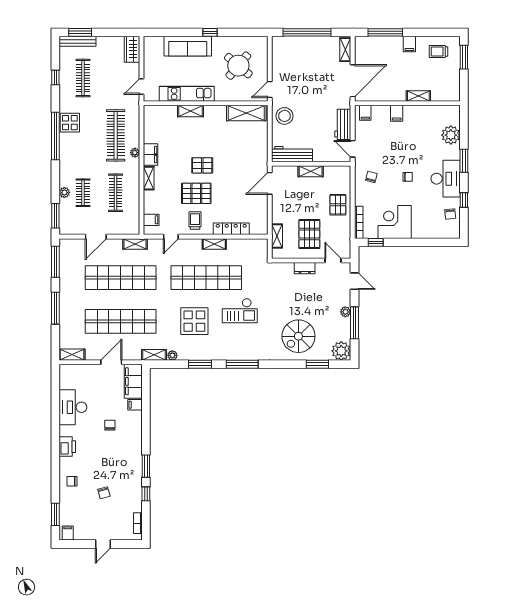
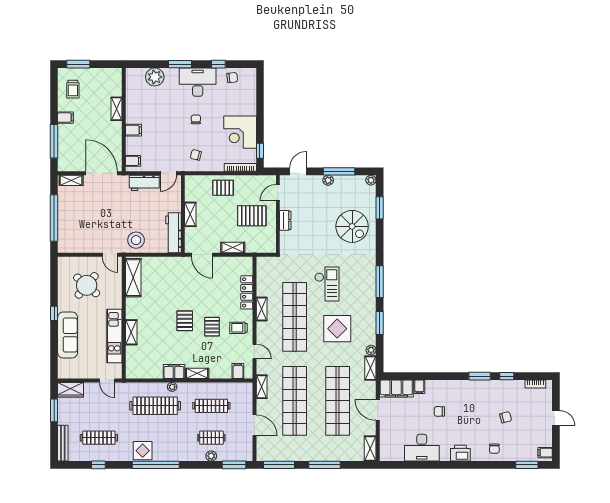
window: (80, 32) -> (54, 410), moved
pallet: (196, 193) -> (212, 327), width x0.67, depth x0.71
shelving: (277, 236) -> (233, 247), moved
plant: (341, 351) -> (371, 180), width x0.53, depth x0.53

